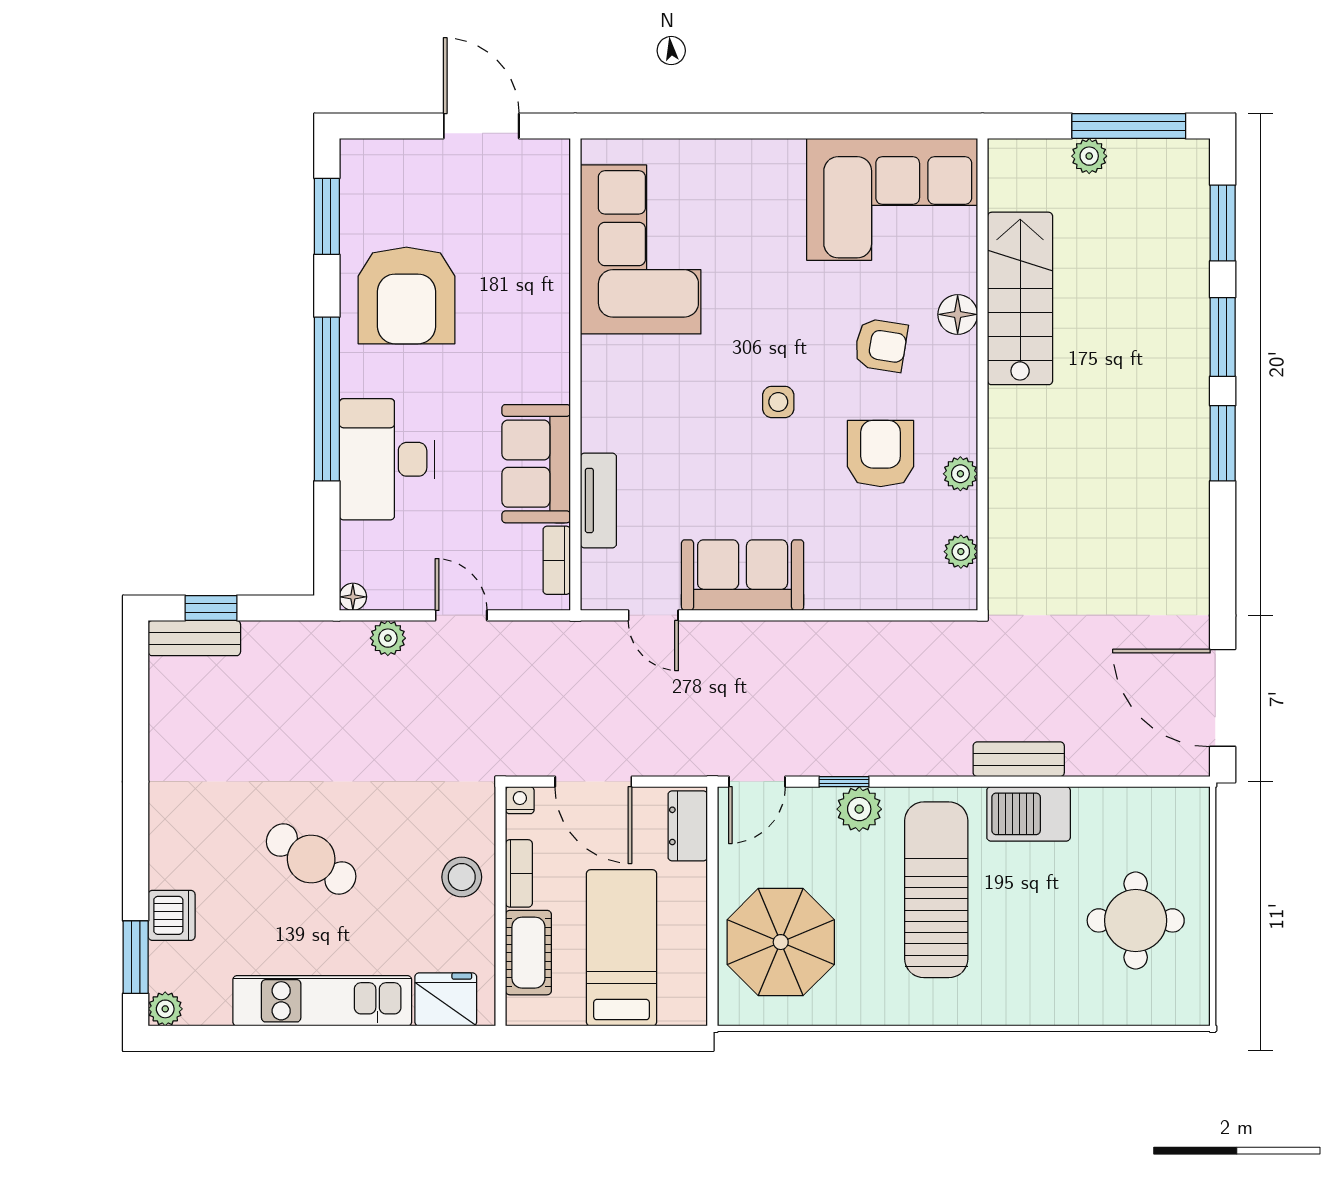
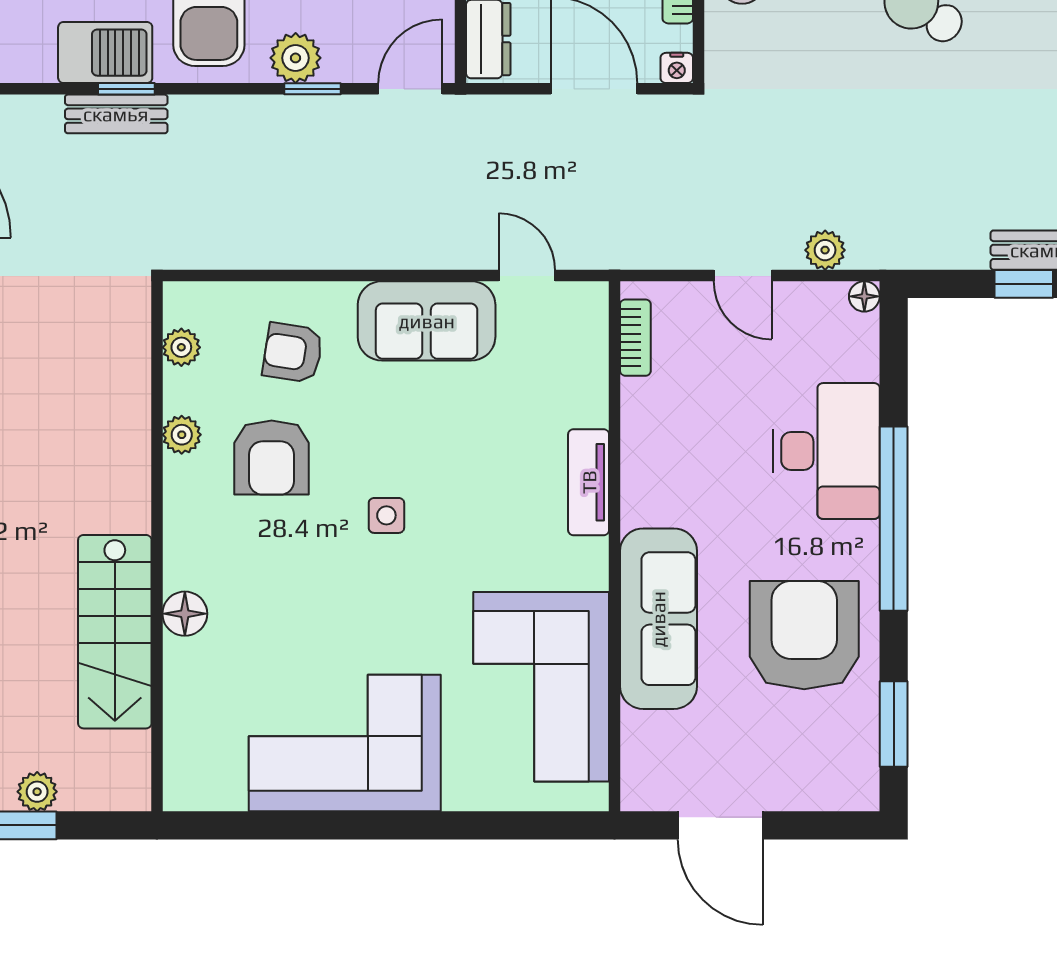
corner sofa: (892, 199) -> (345, 743), moved
armchair: (881, 345) -> (293, 353), moved
sofa: (536, 464) -> (658, 619), moved, width x1.36
tv unit: (598, 500) -> (589, 482), moved
window: (1010, 782) -> (126, 89), added

